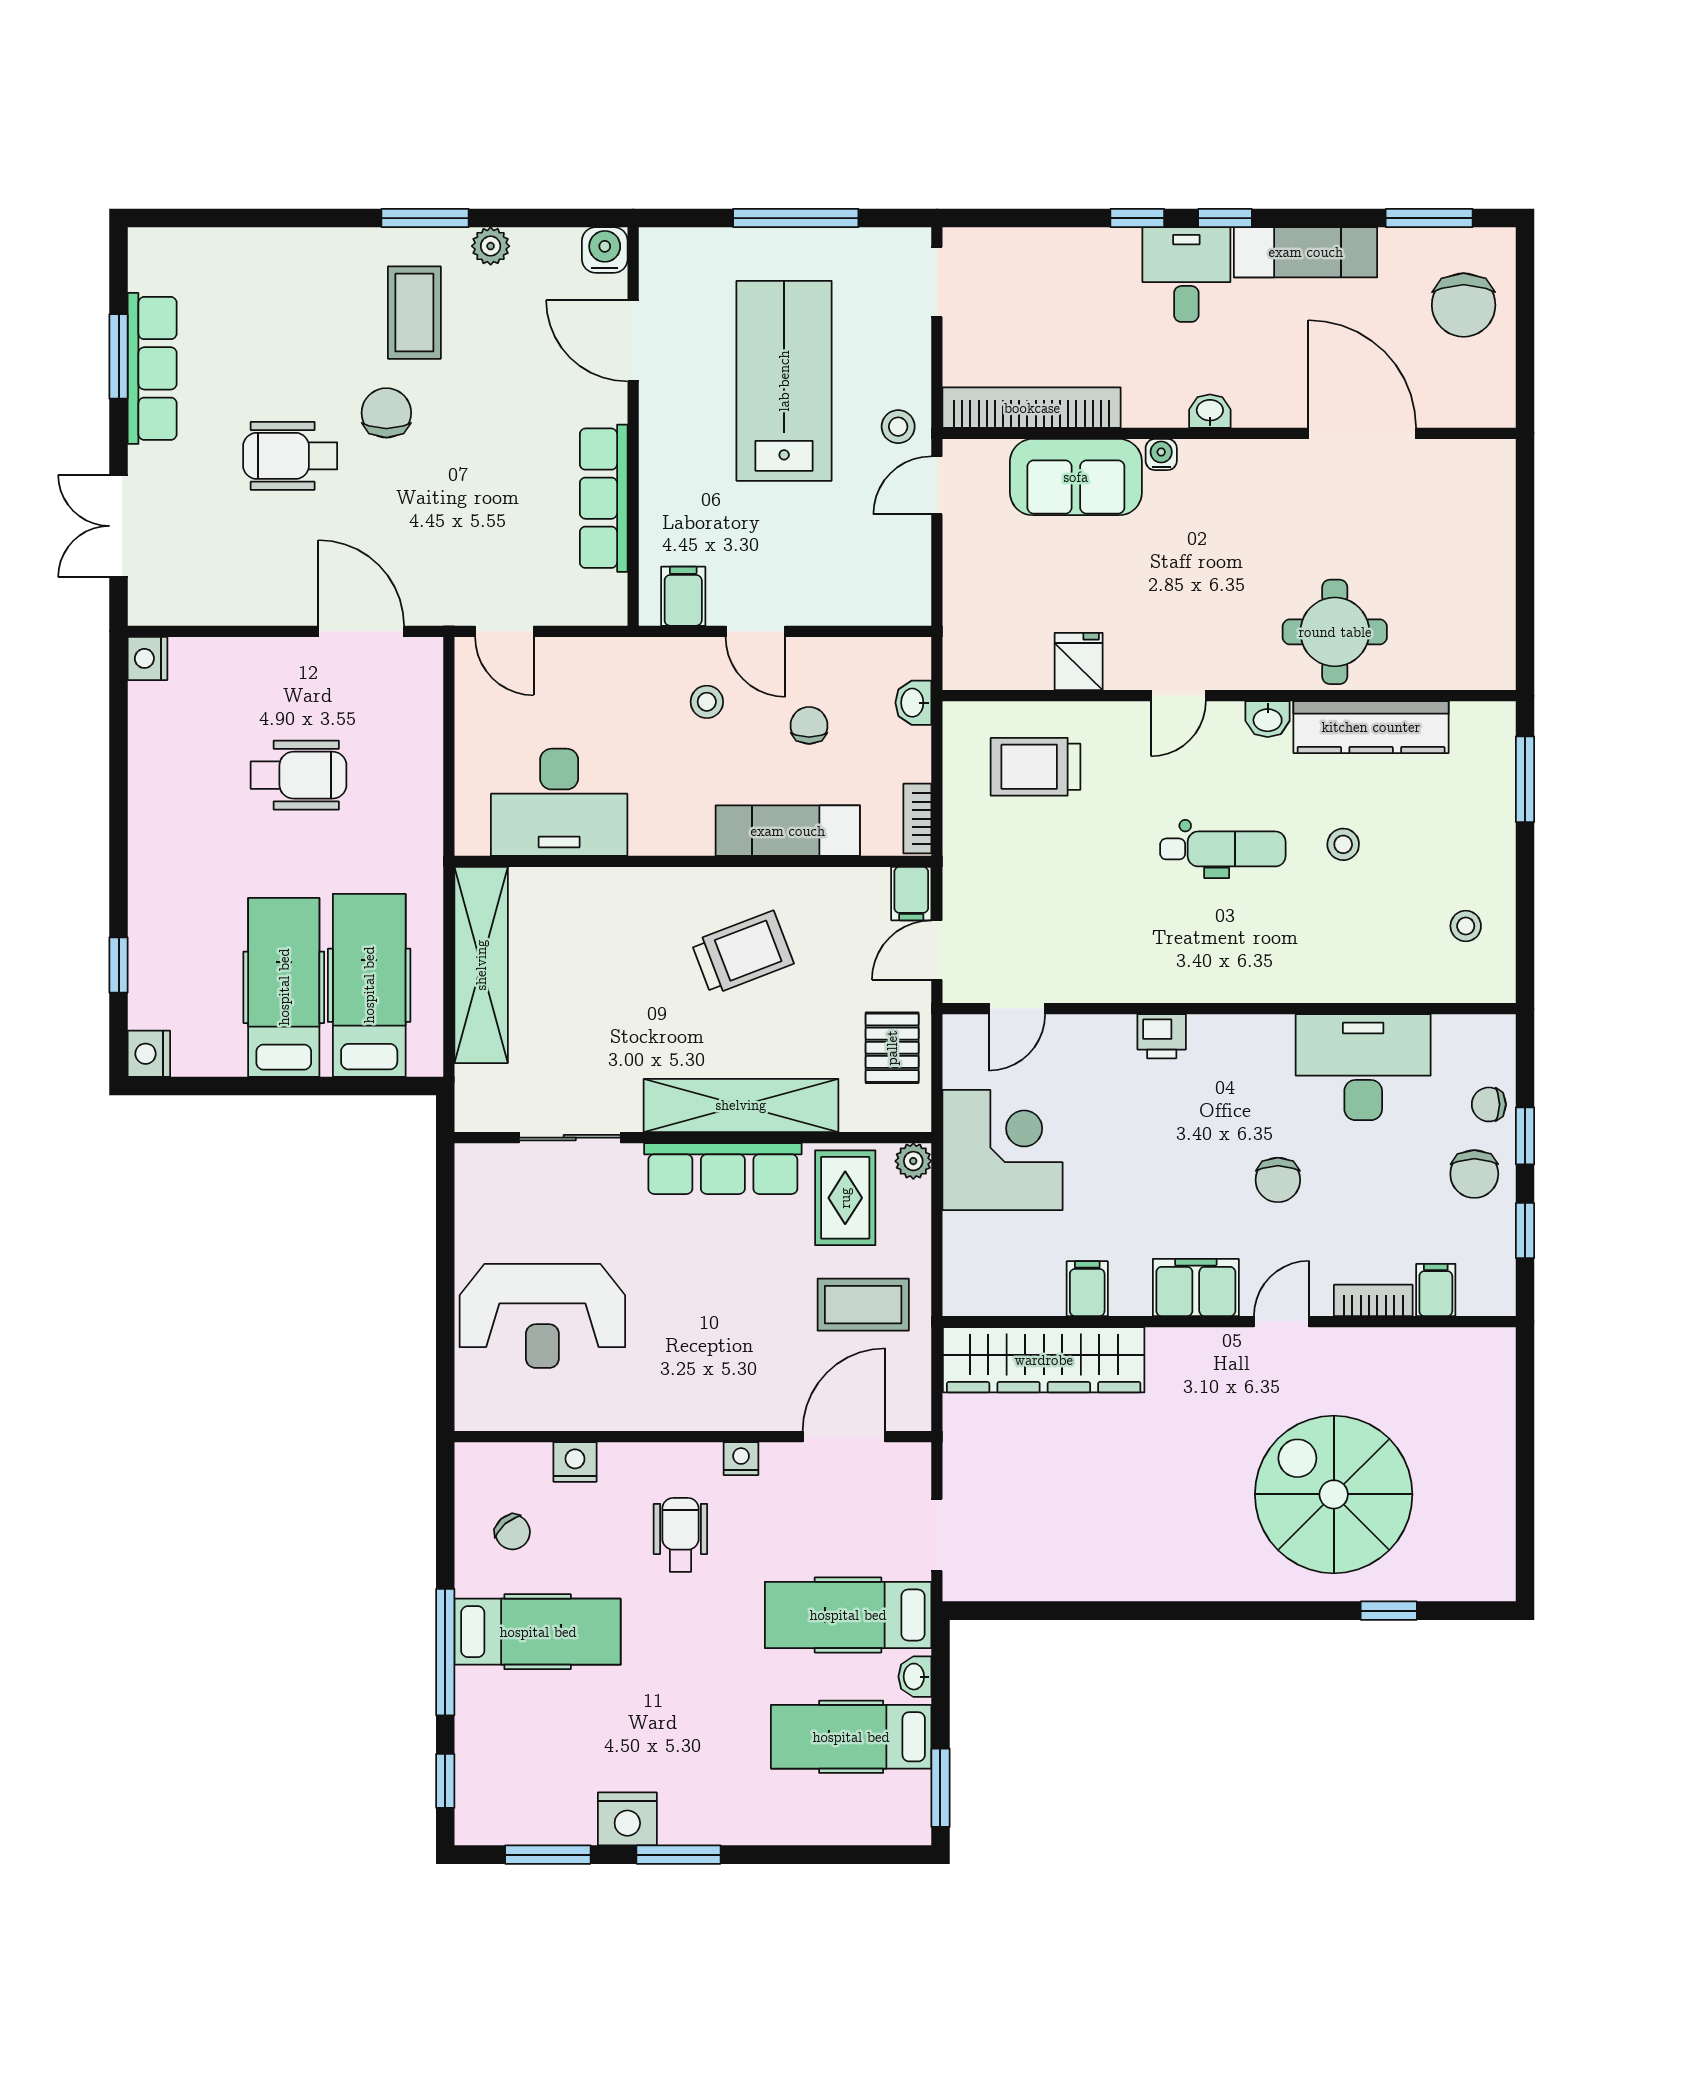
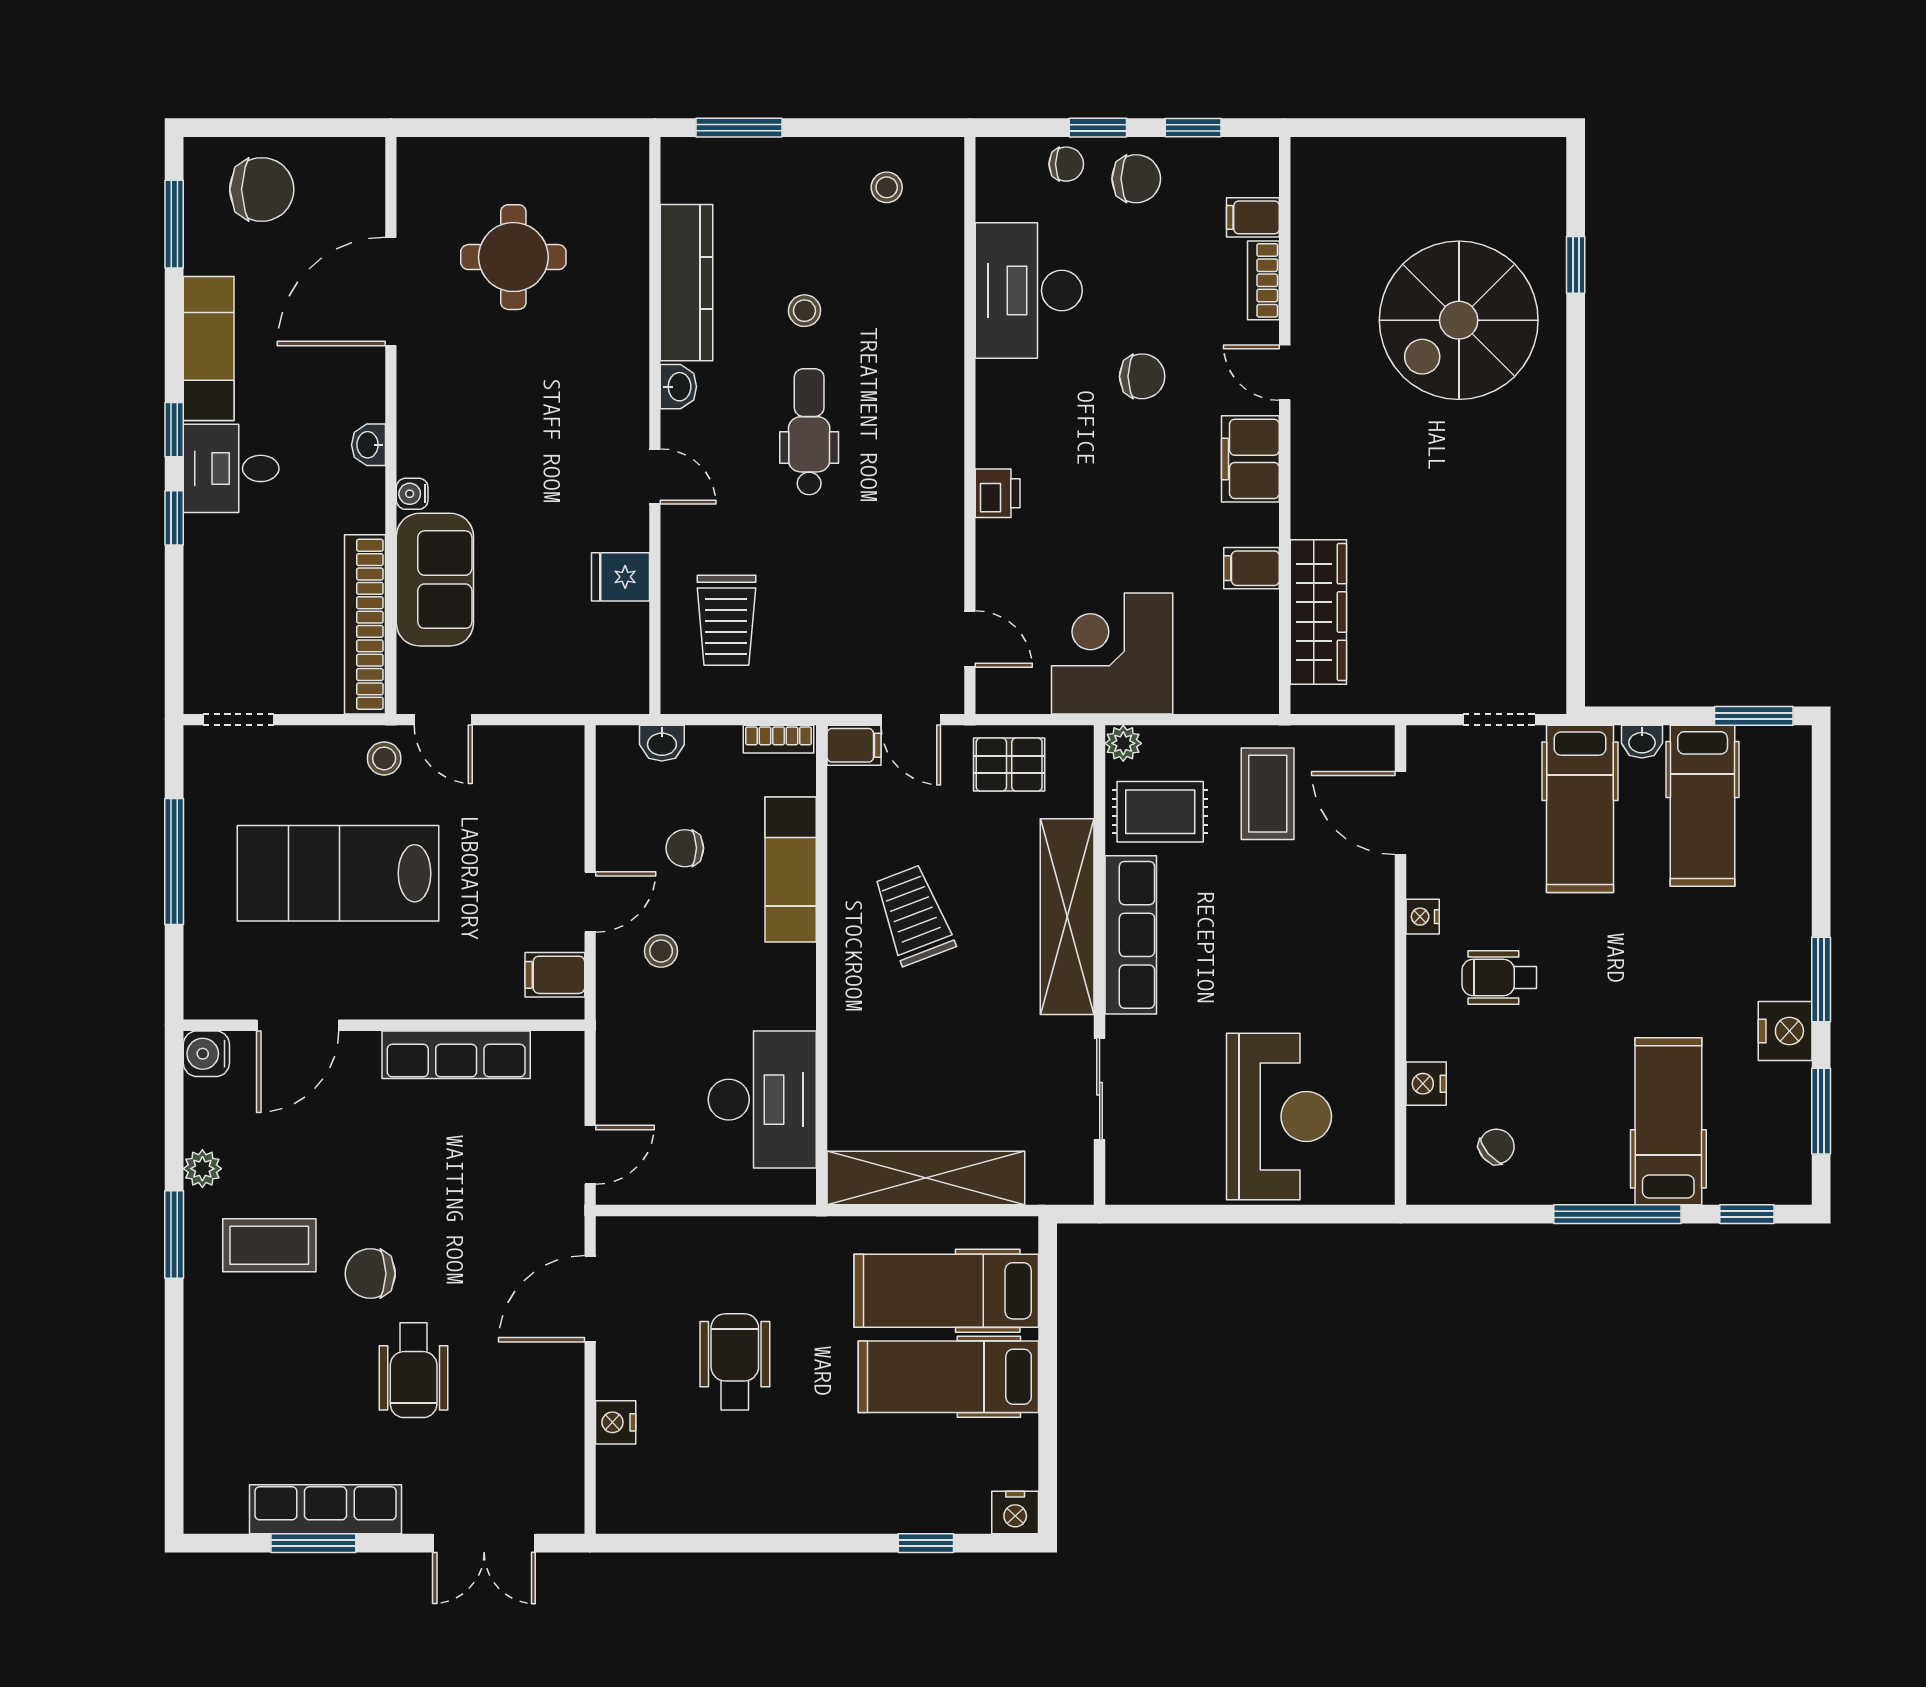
round table: (1335, 632) -> (513, 257), moved
nightstand: (148, 658) -> (616, 1422), moved, turned 90
chair: (1489, 1104) -> (1066, 164), turned -90
wardrobe: (1044, 1360) -> (1318, 612), width x0.71, depth x0.85
hospital bed: (538, 1632) -> (1668, 1121), moved

